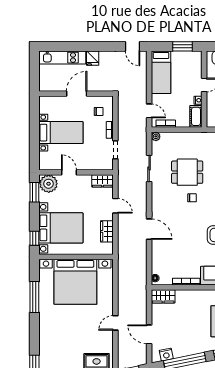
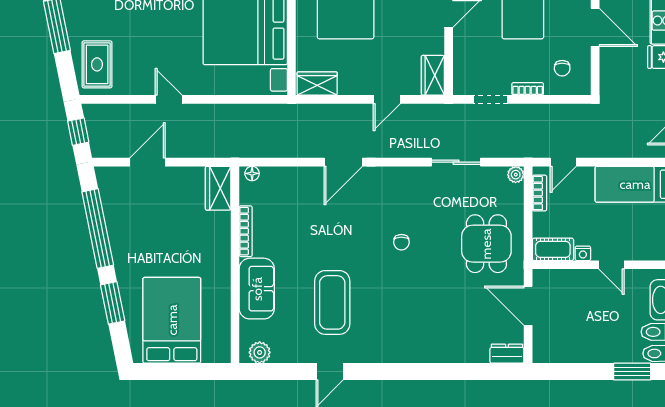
dining table: (187, 172) -> (486, 244), moved
wardrobe: (107, 231) -> (317, 84), moved
nightstand: (166, 355) -> (110, 194), removed

